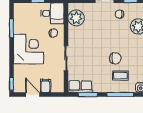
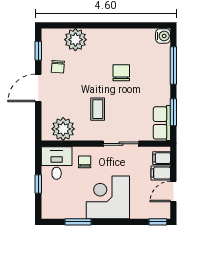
coffee table: (120, 76) -> (98, 109), moved
filing cabinet: (56, 86) -> (162, 158), added

